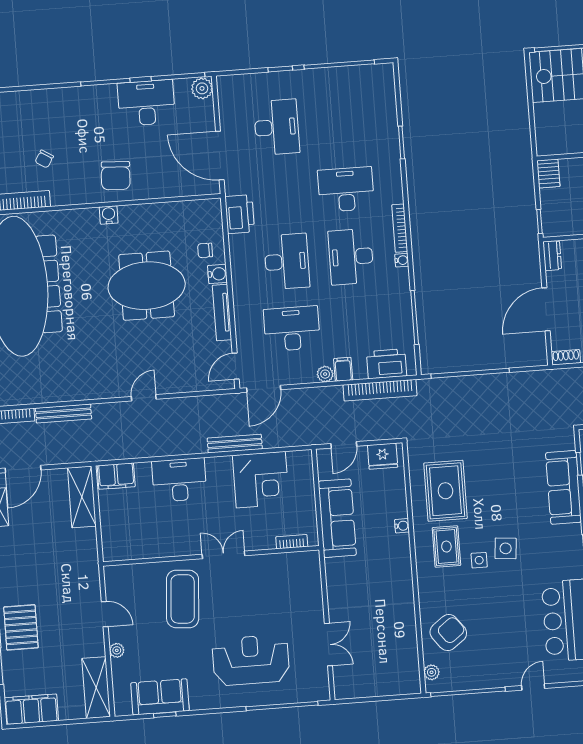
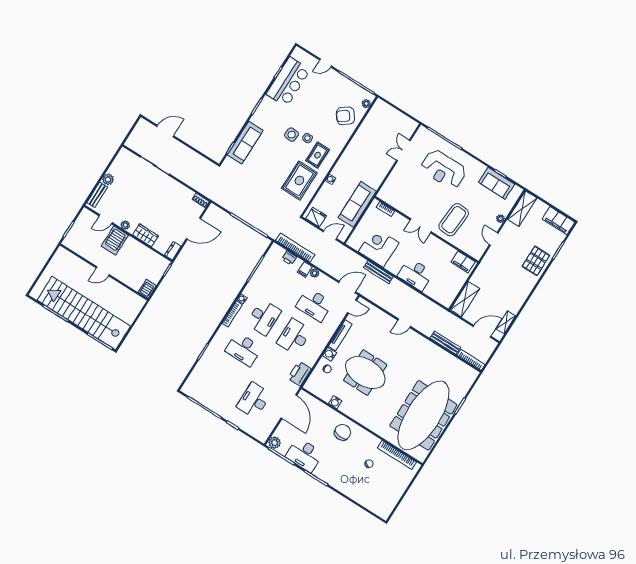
water cooler: (109, 215) -> (335, 402), moved
printer: (386, 364) -> (289, 258), width x0.53, depth x0.68
filing cabinet: (116, 476) -> (463, 262), moved, turned 180

